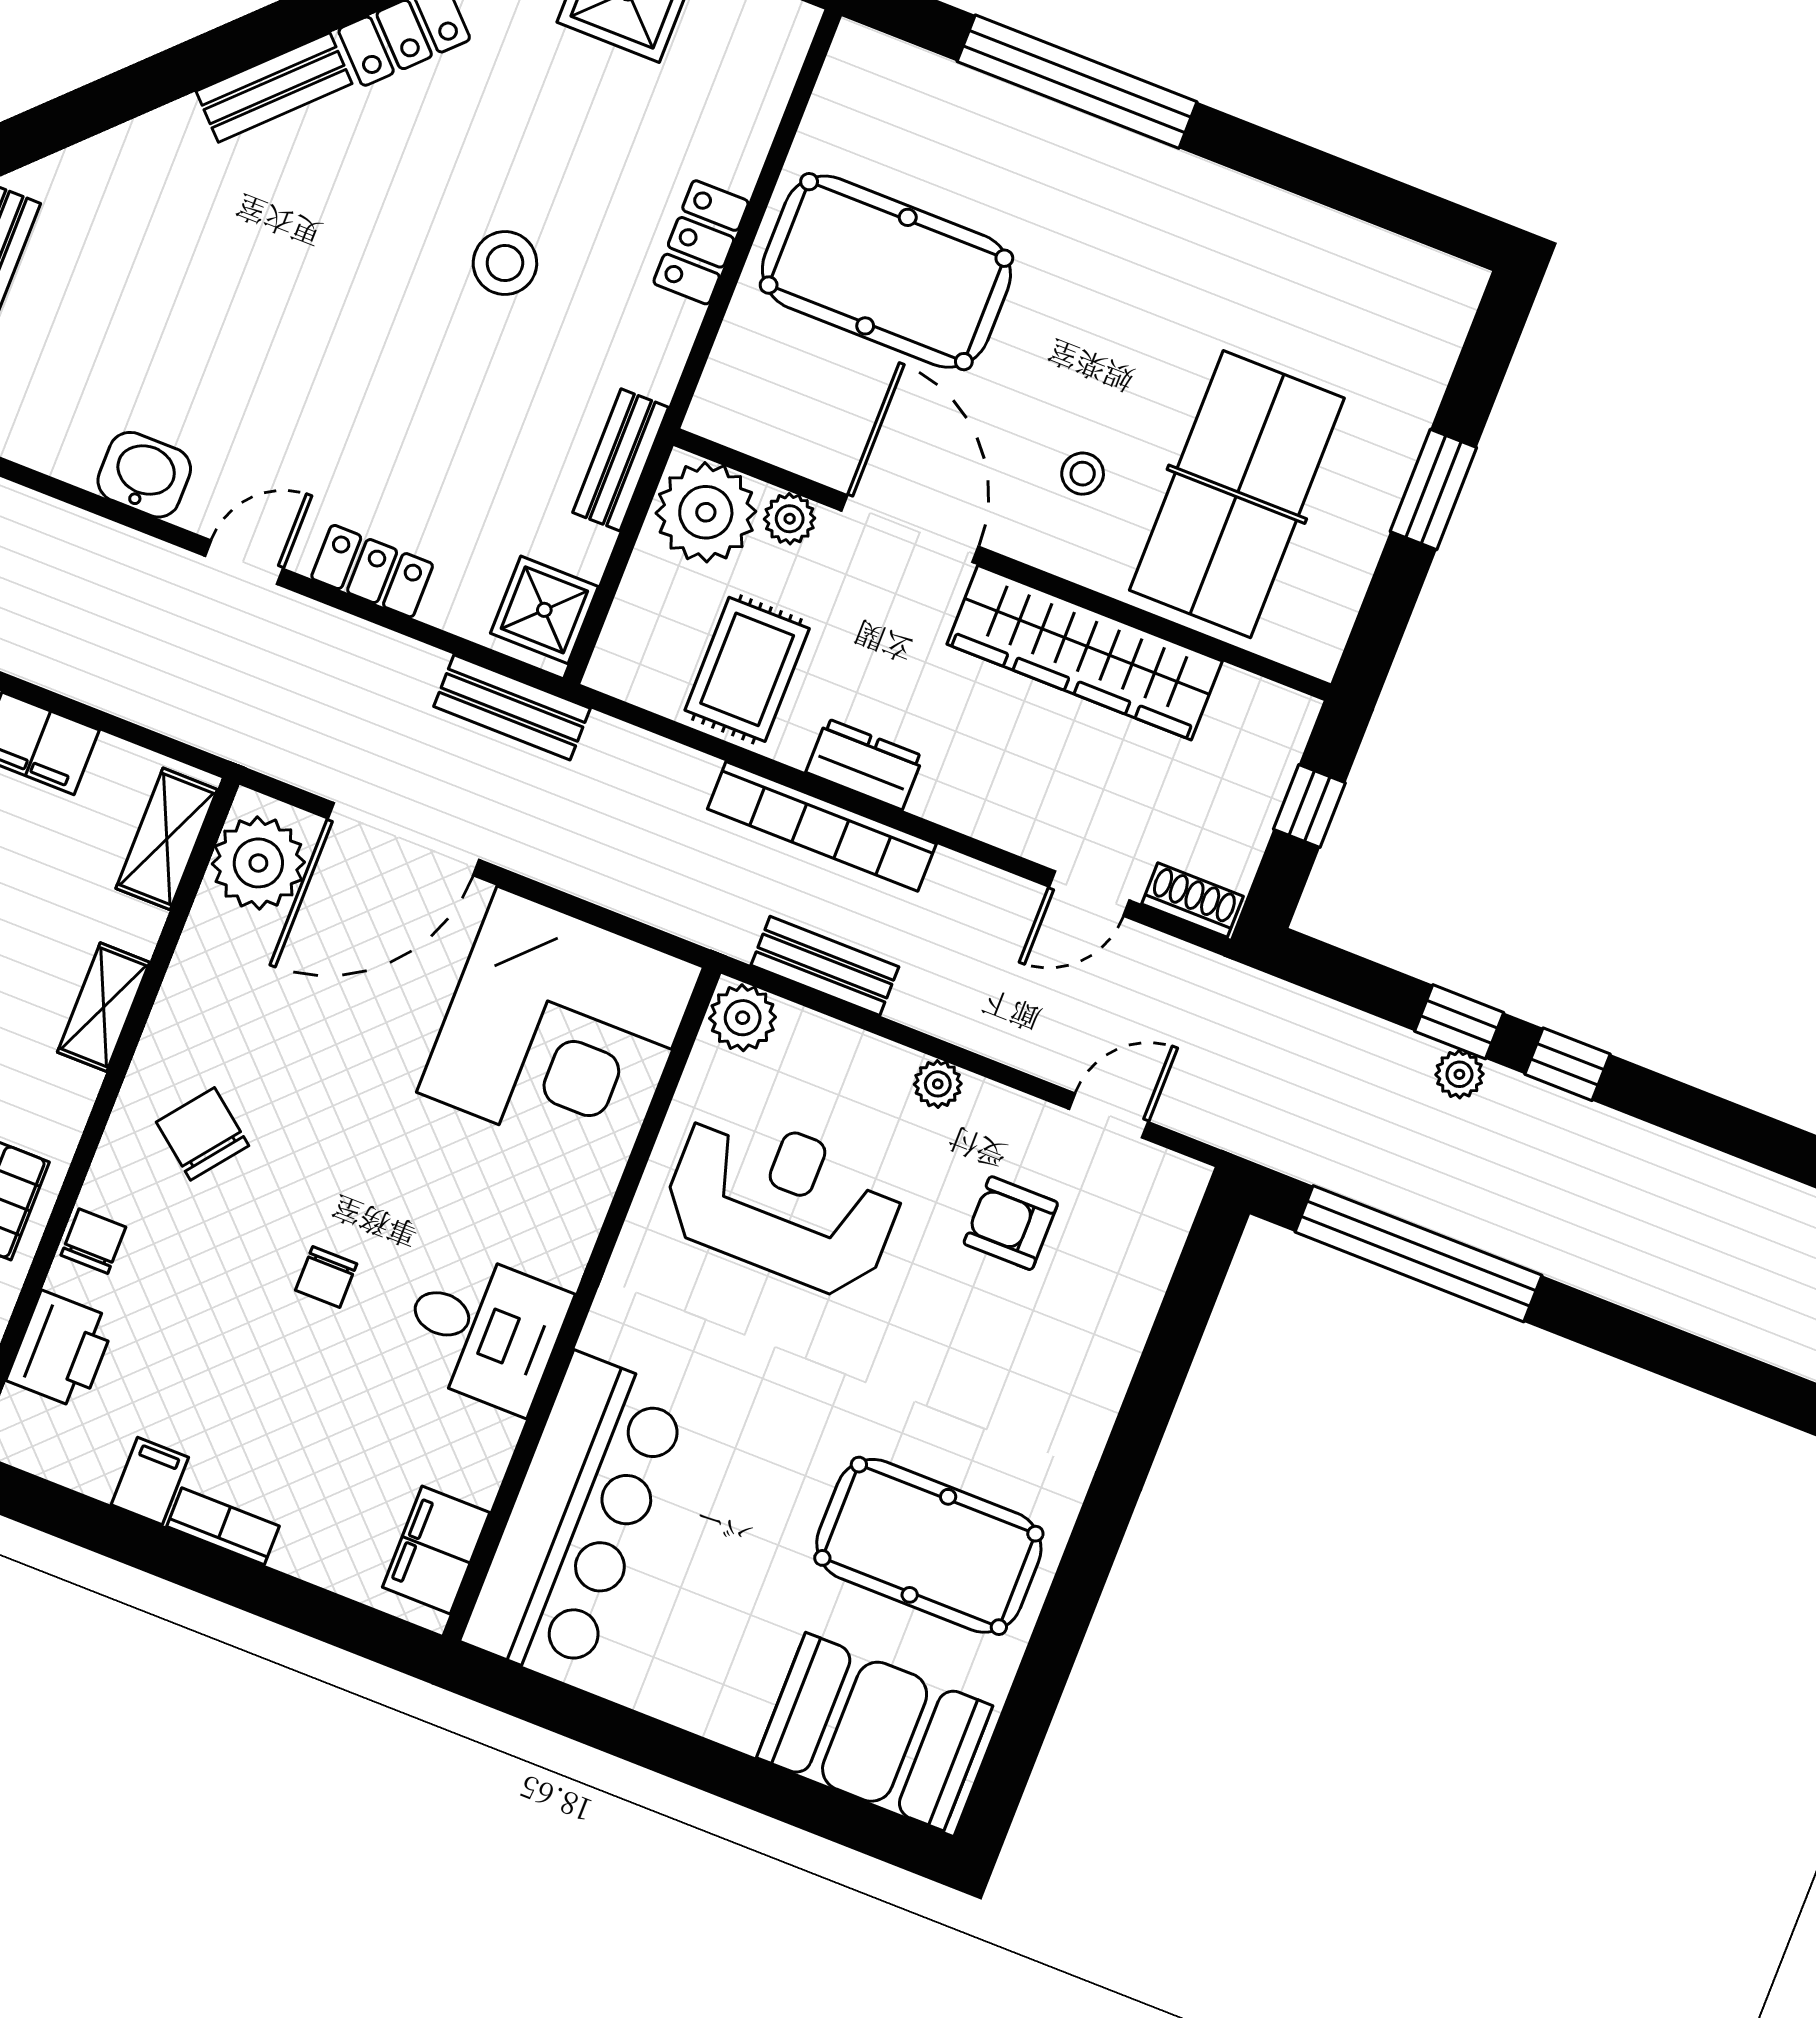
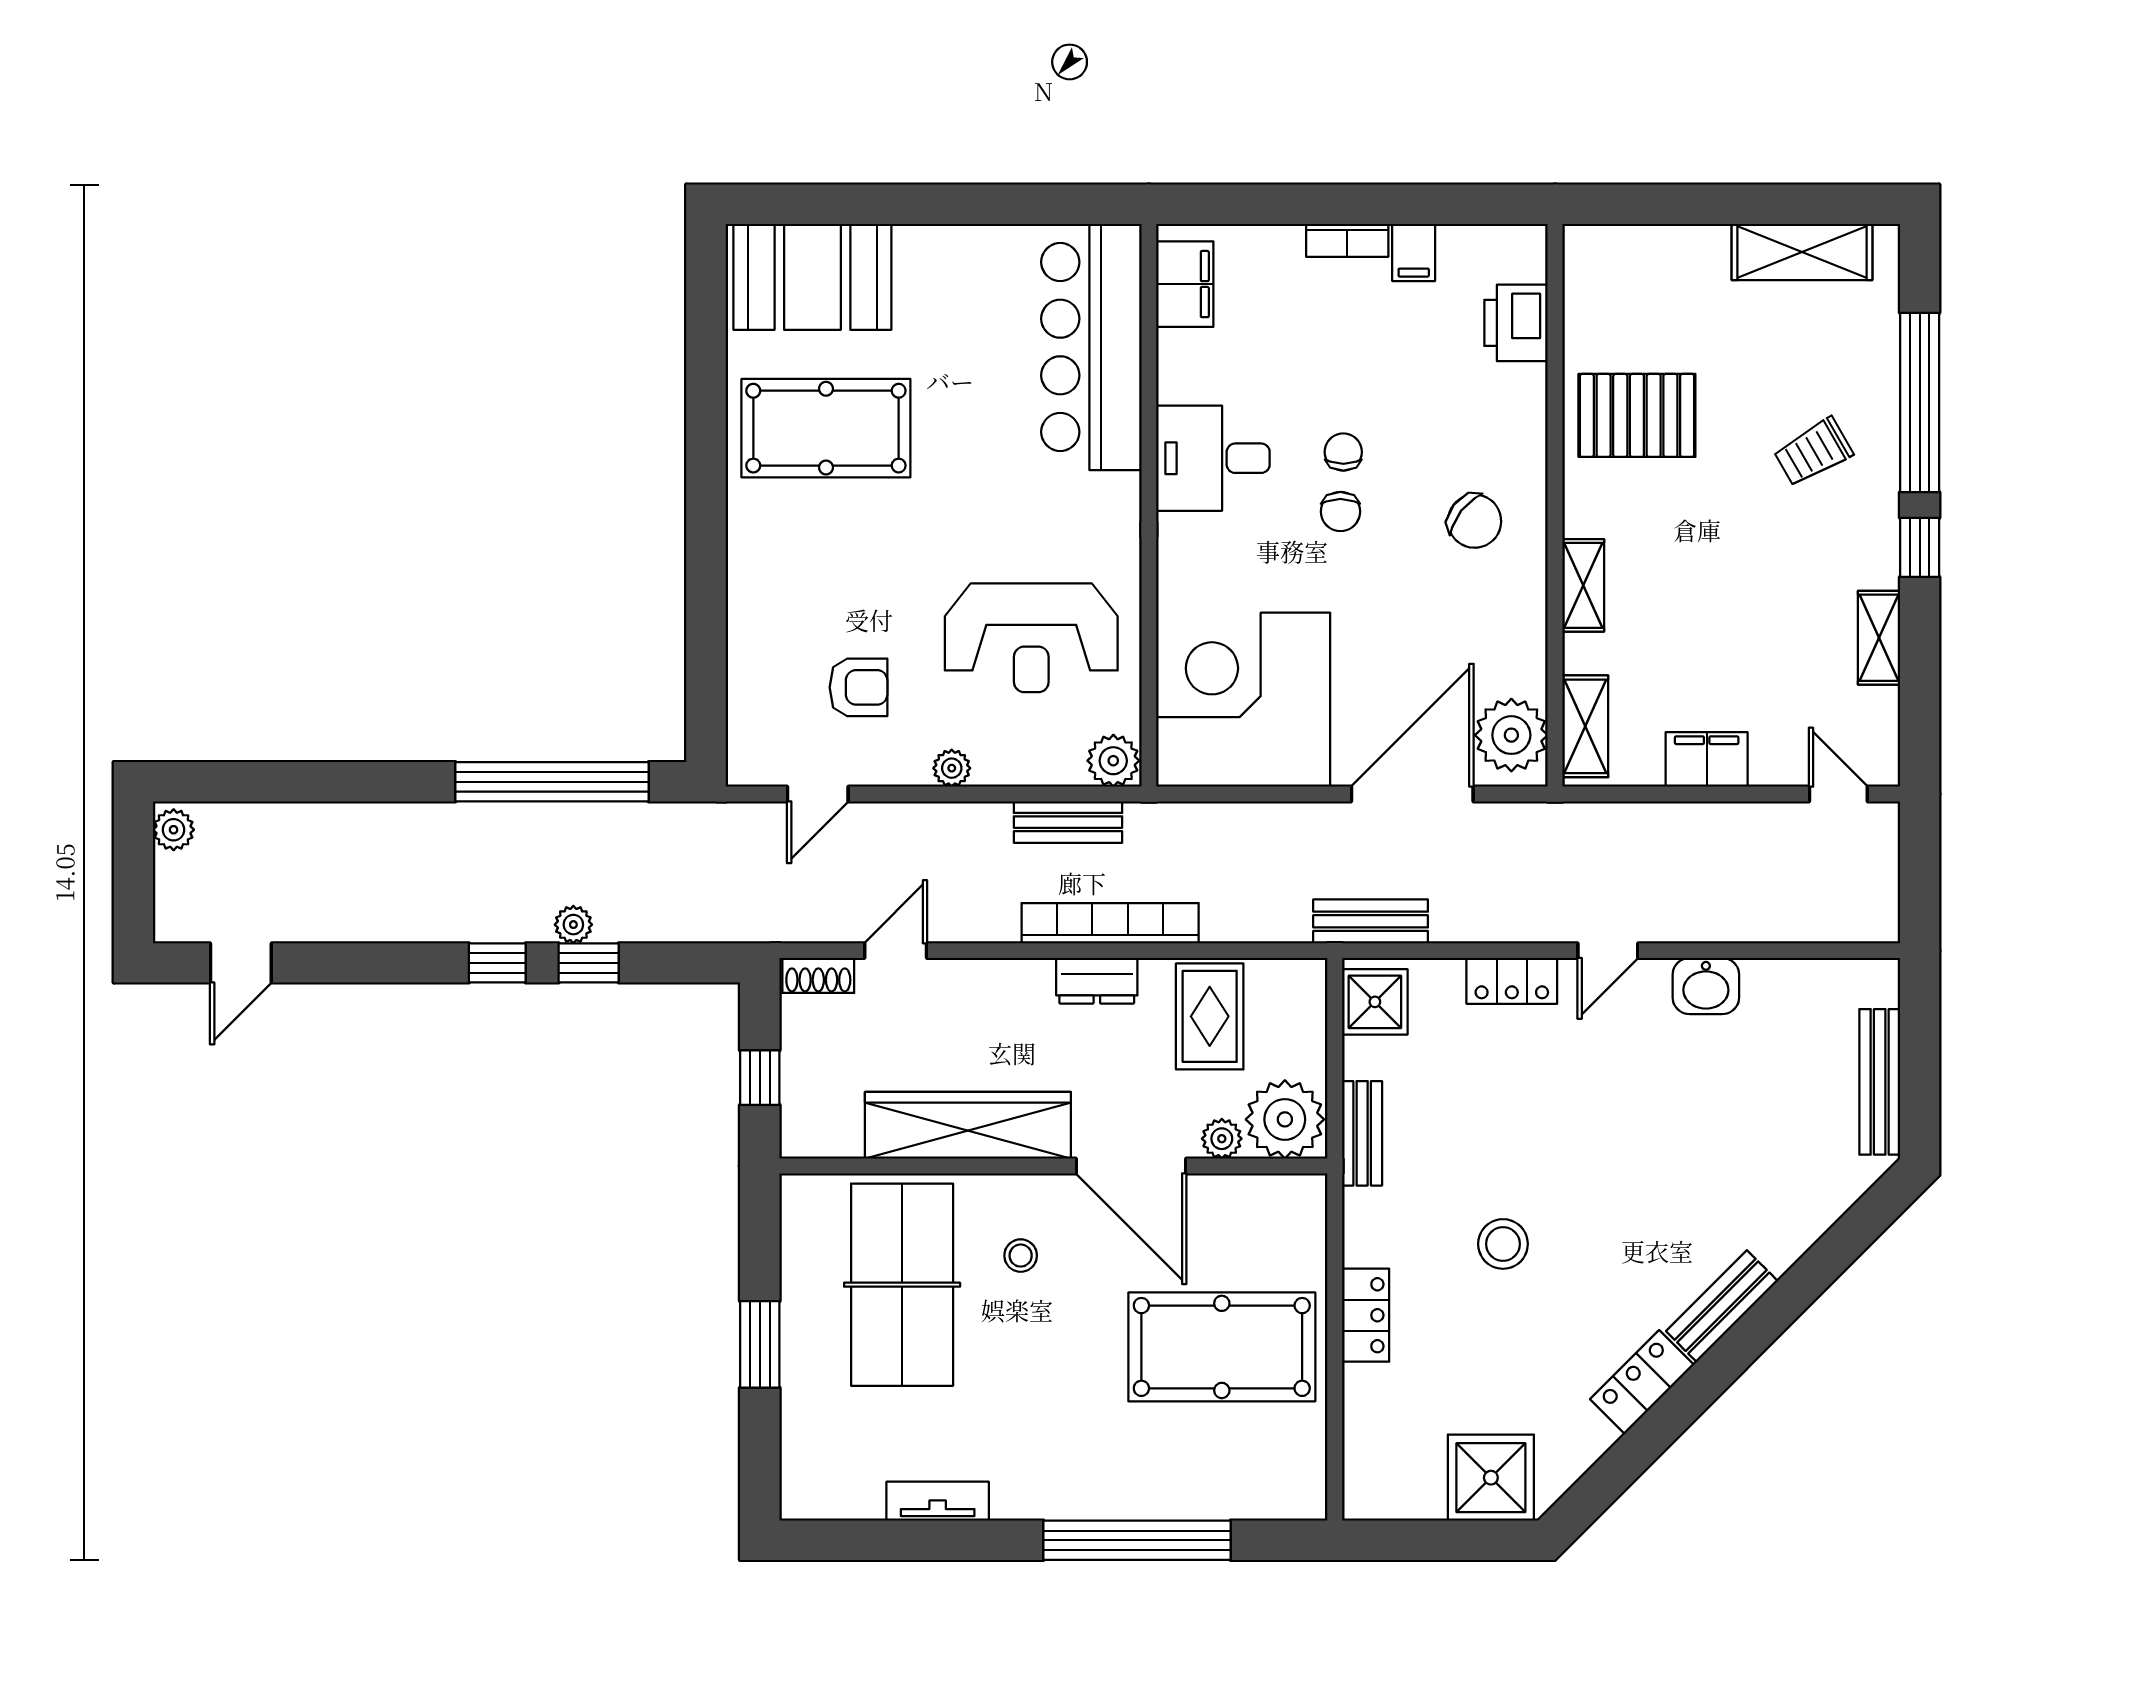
tv unit: (1295, 221) -> (938, 1501), added
chair: (93, 1241) -> (1340, 512), moved

